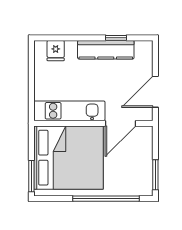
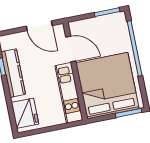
fridge: (56, 51) -> (25, 113), width x1.88, depth x1.34

